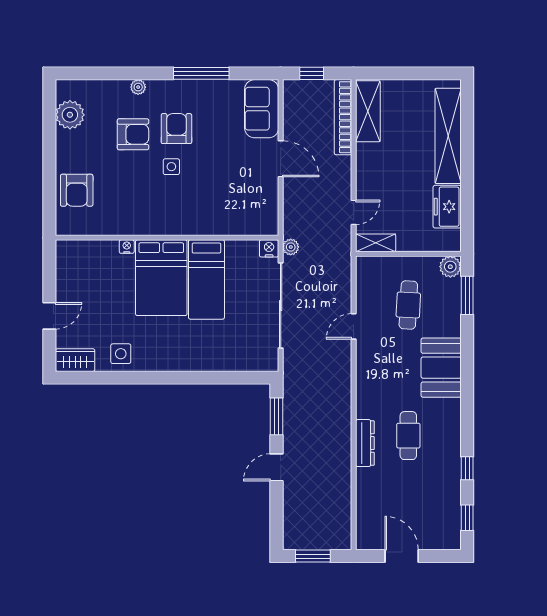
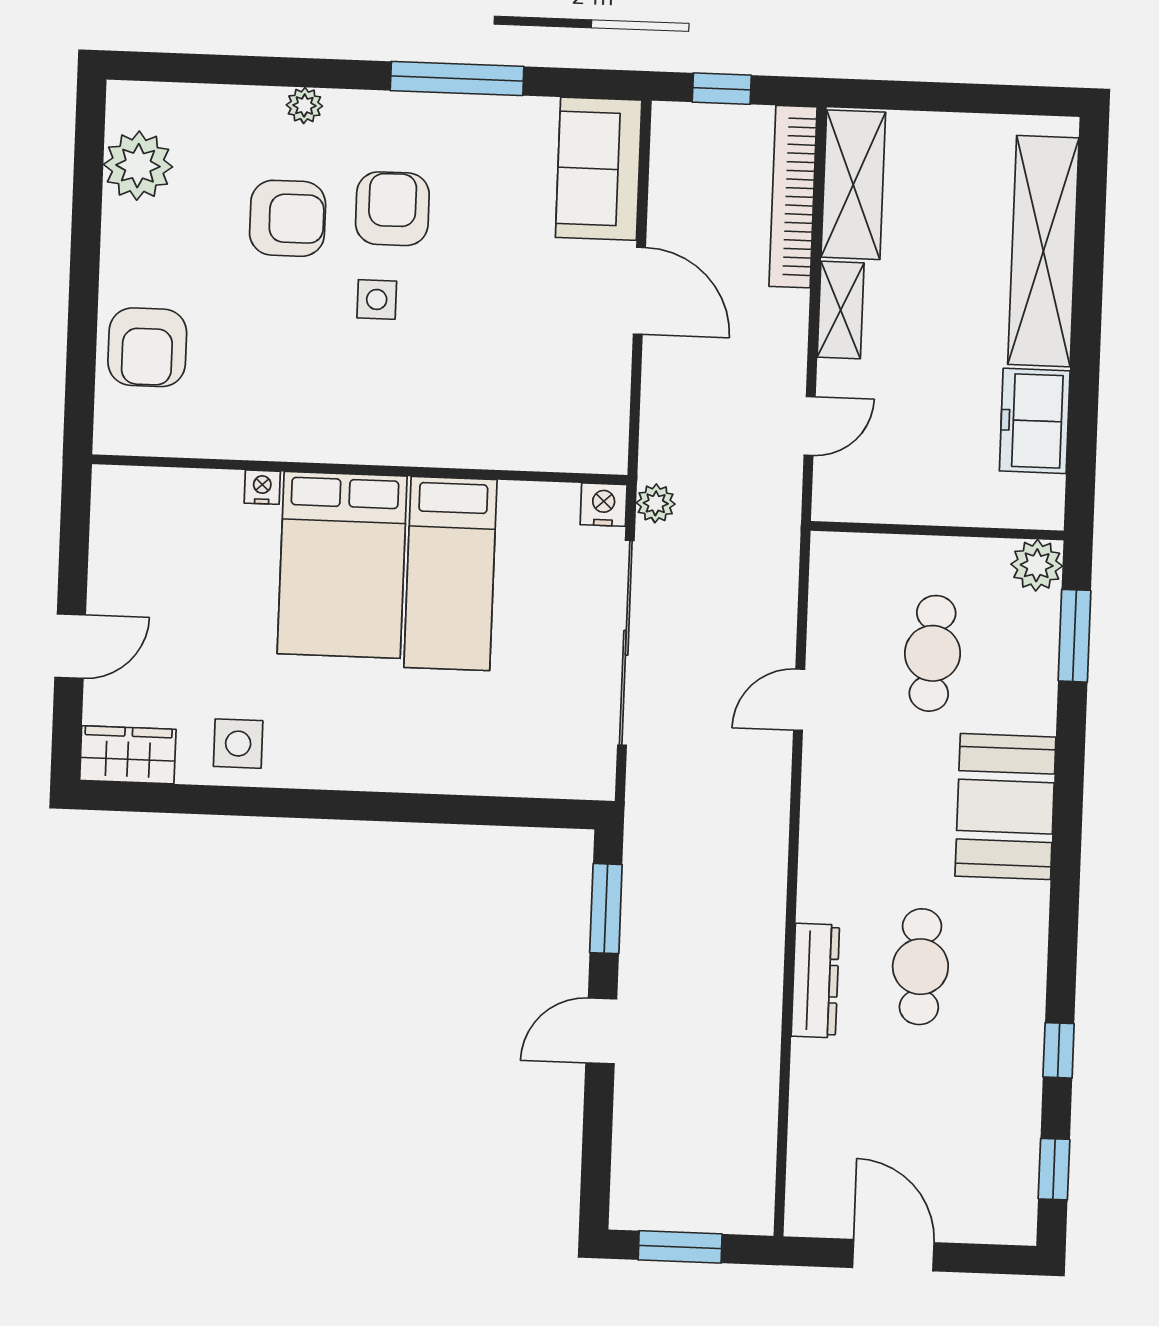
shelving: (376, 243) -> (841, 310), moved, turned 90

